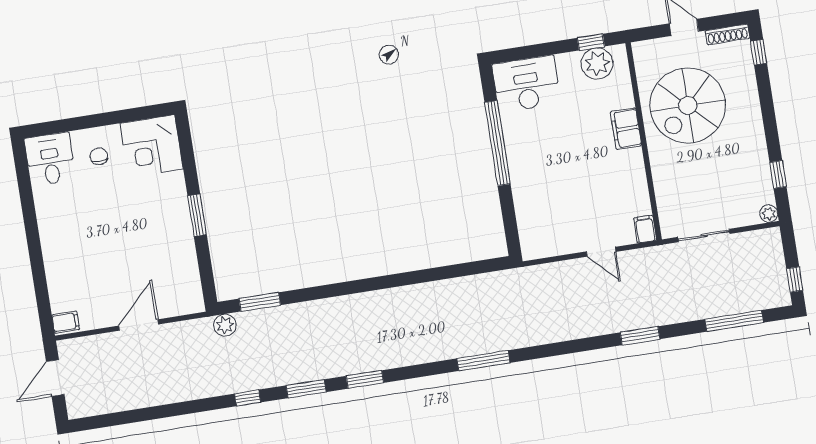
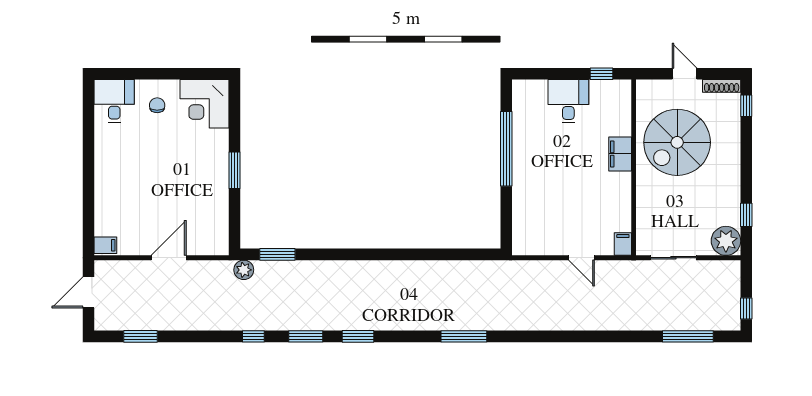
plant: (597, 64) -> (604, 93), removed
desk: (526, 84) -> (568, 101), moved, width x0.73
plant: (769, 214) -> (726, 241), width x1.88, depth x1.88
window: (640, 336) -> (140, 336), moved

